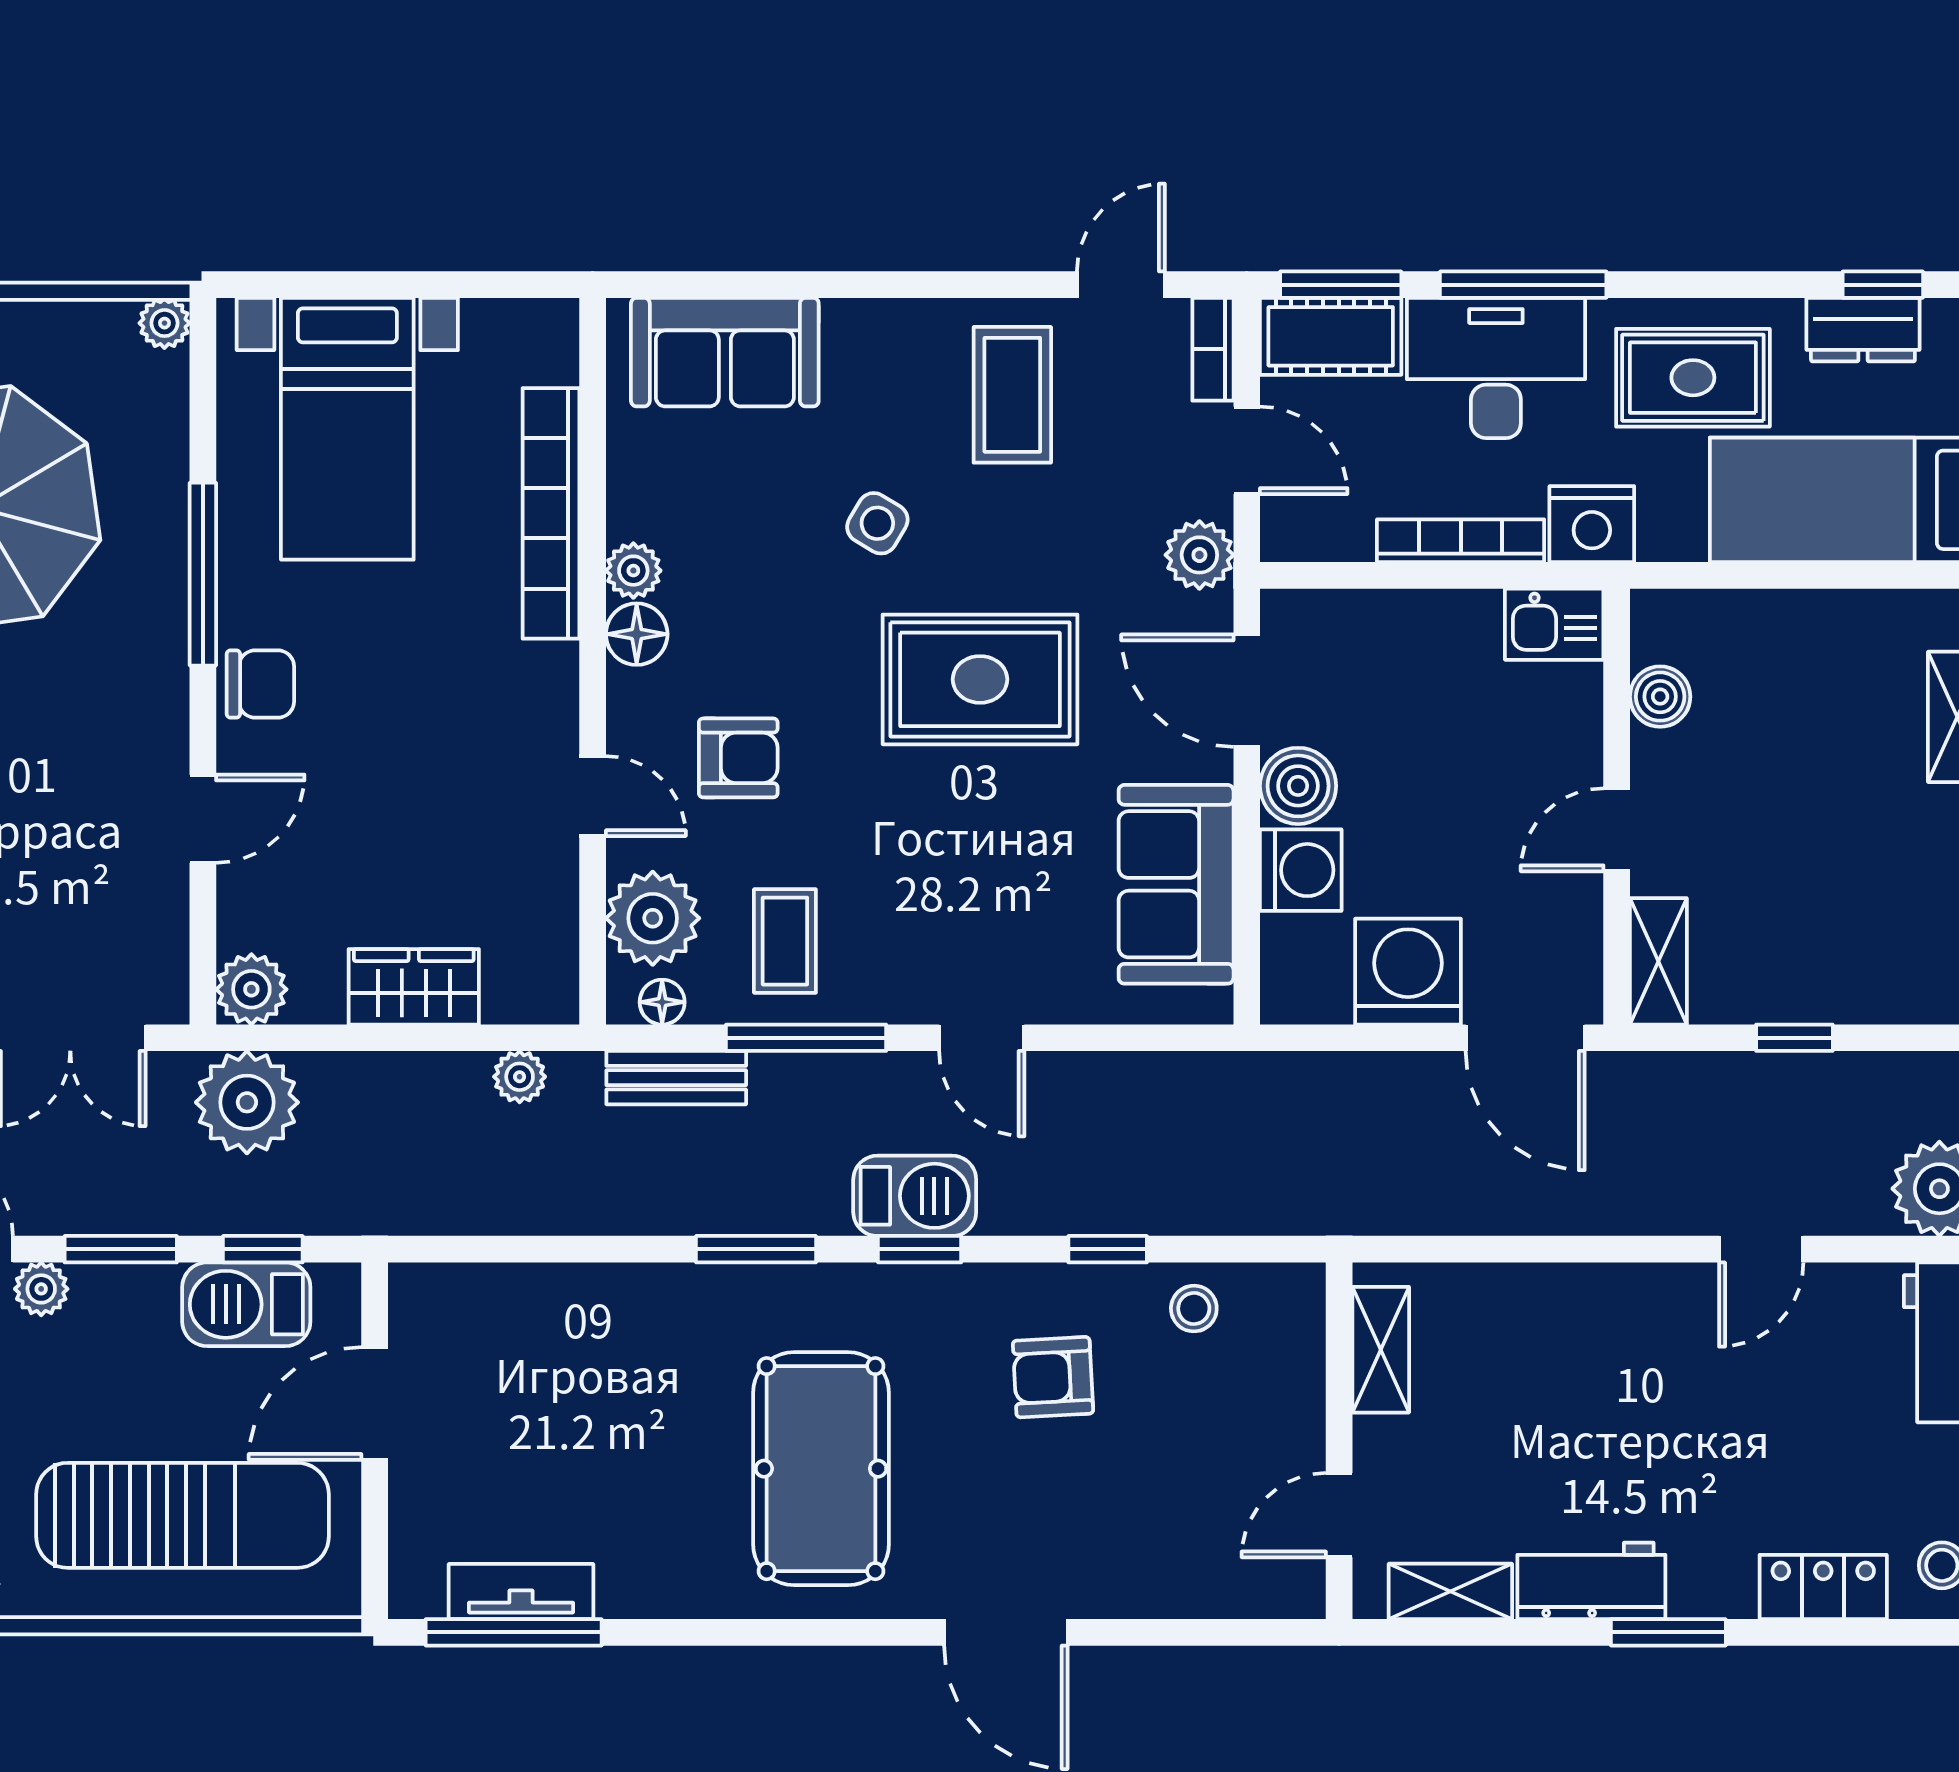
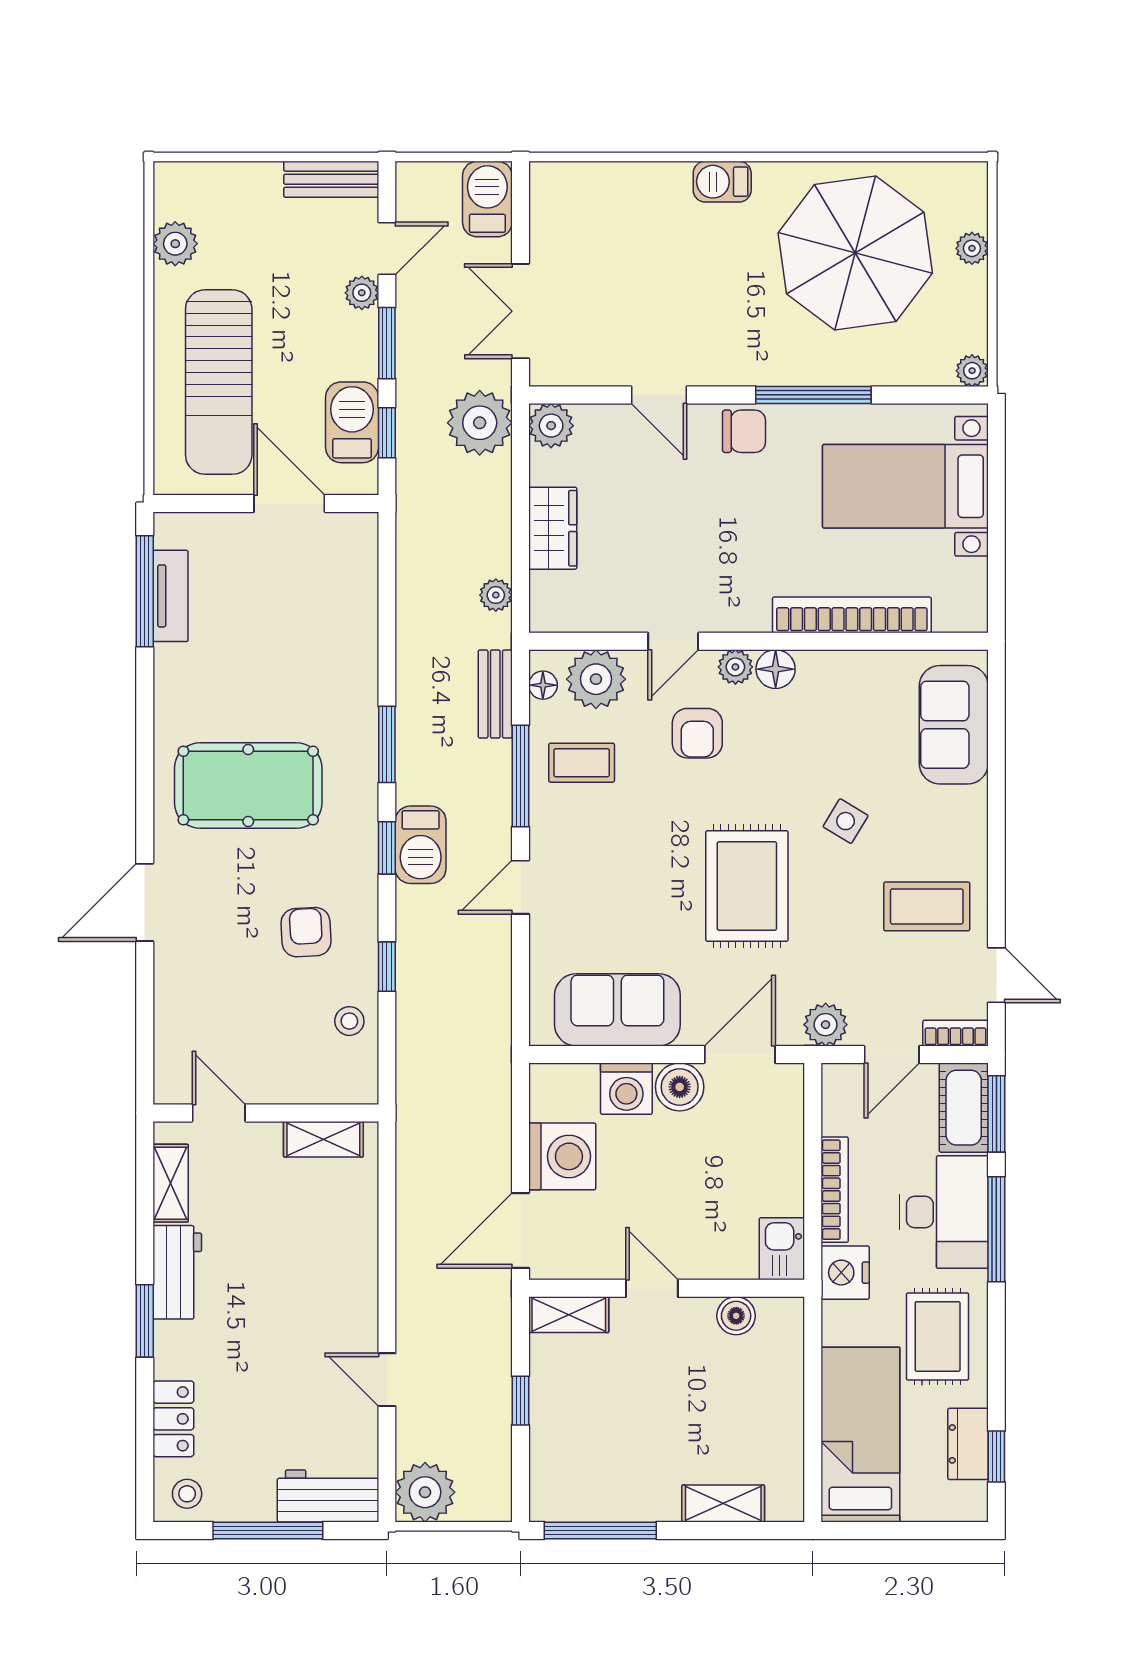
plant: (633, 571) -> (735, 667), moved
chair: (260, 684) -> (744, 431), turned -90

